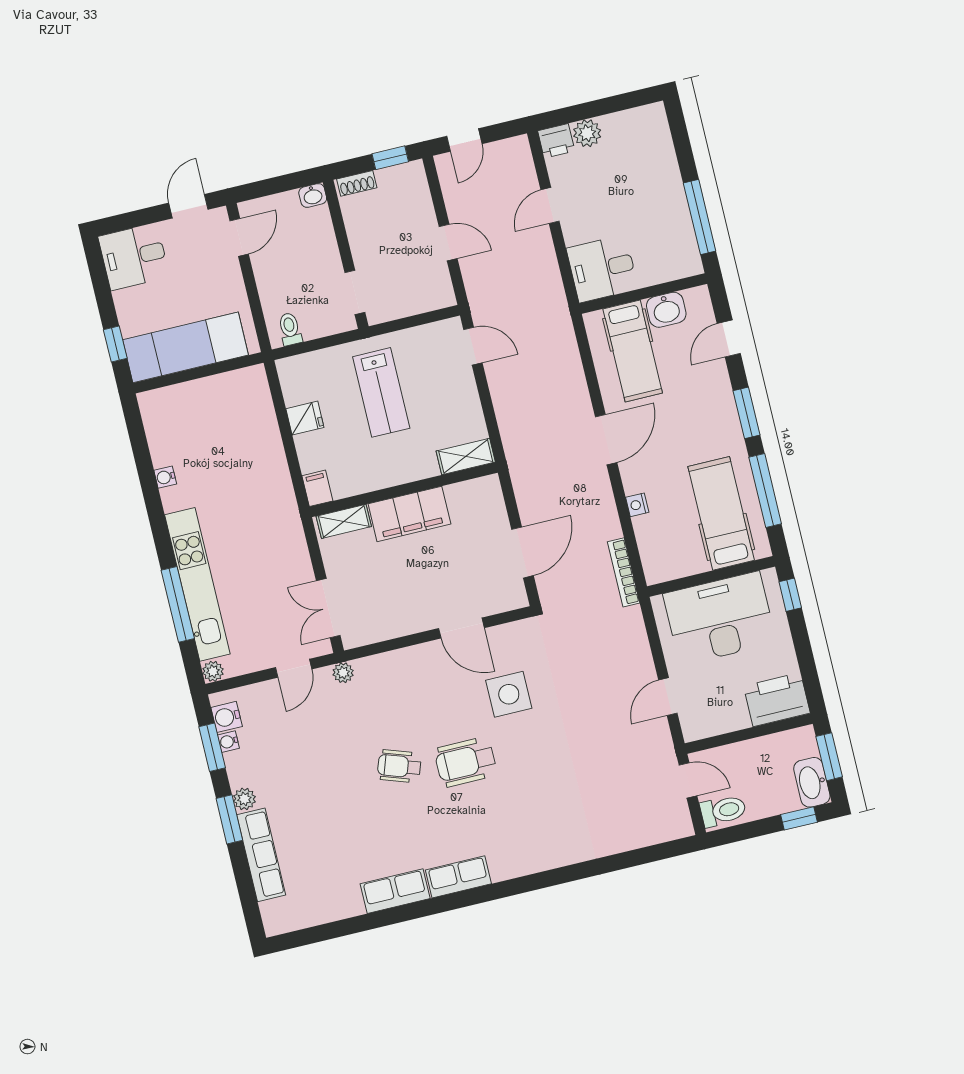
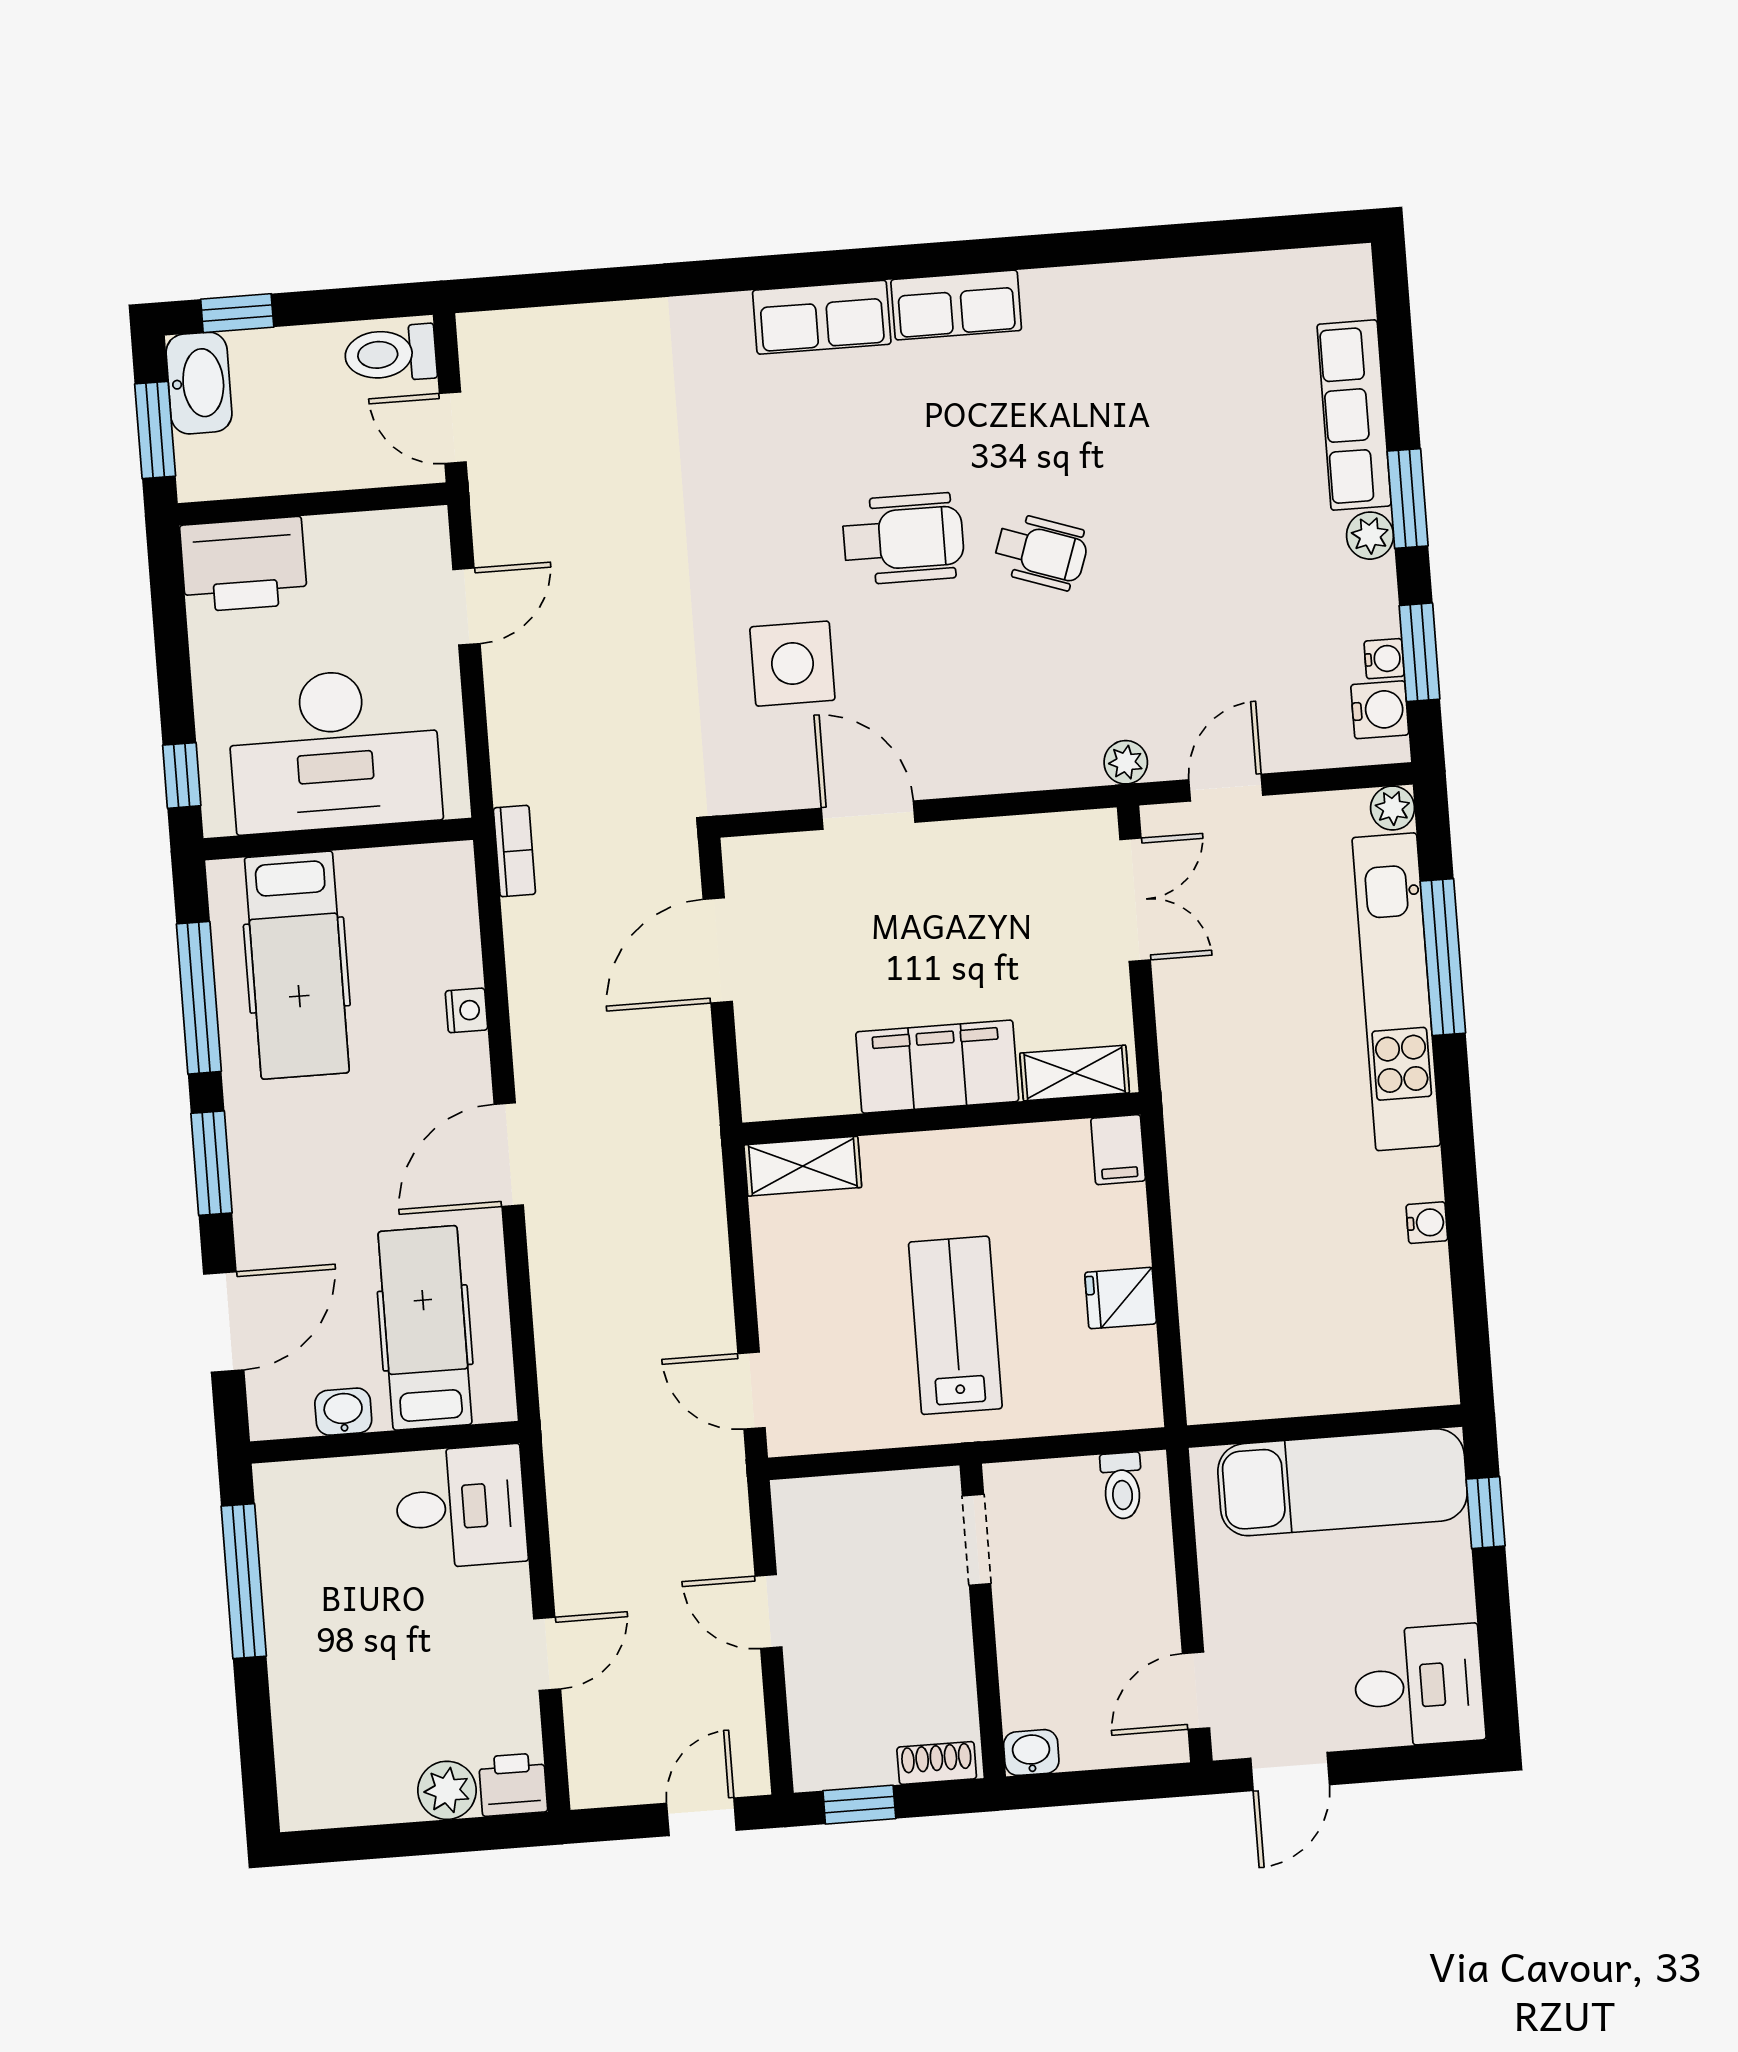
washbasin: (666, 310) -> (343, 1412), width x0.72, depth x0.69
door: (729, 338) -> (224, 1322), width x1.38
bookcase: (624, 572) -> (514, 851), width x0.64
row of seats: (395, 891) -> (822, 317), moved

